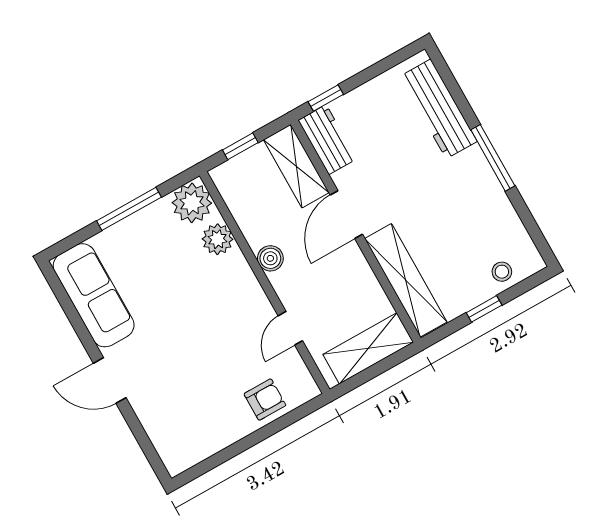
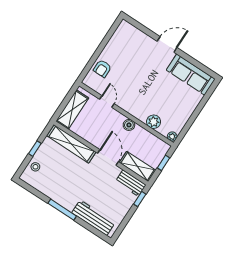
plant: (192, 203) -> (172, 137), width x0.53, depth x0.53
window: (129, 209) -> (194, 116), removed

